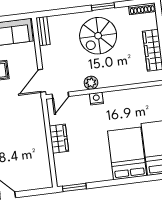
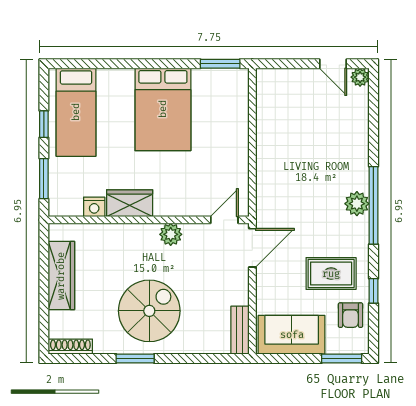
nightstand: (96, 99) -> (94, 207), moved
wardrobe: (59, 139) -> (130, 203), moved, turned 90
bed: (127, 153) -> (163, 109), moved

